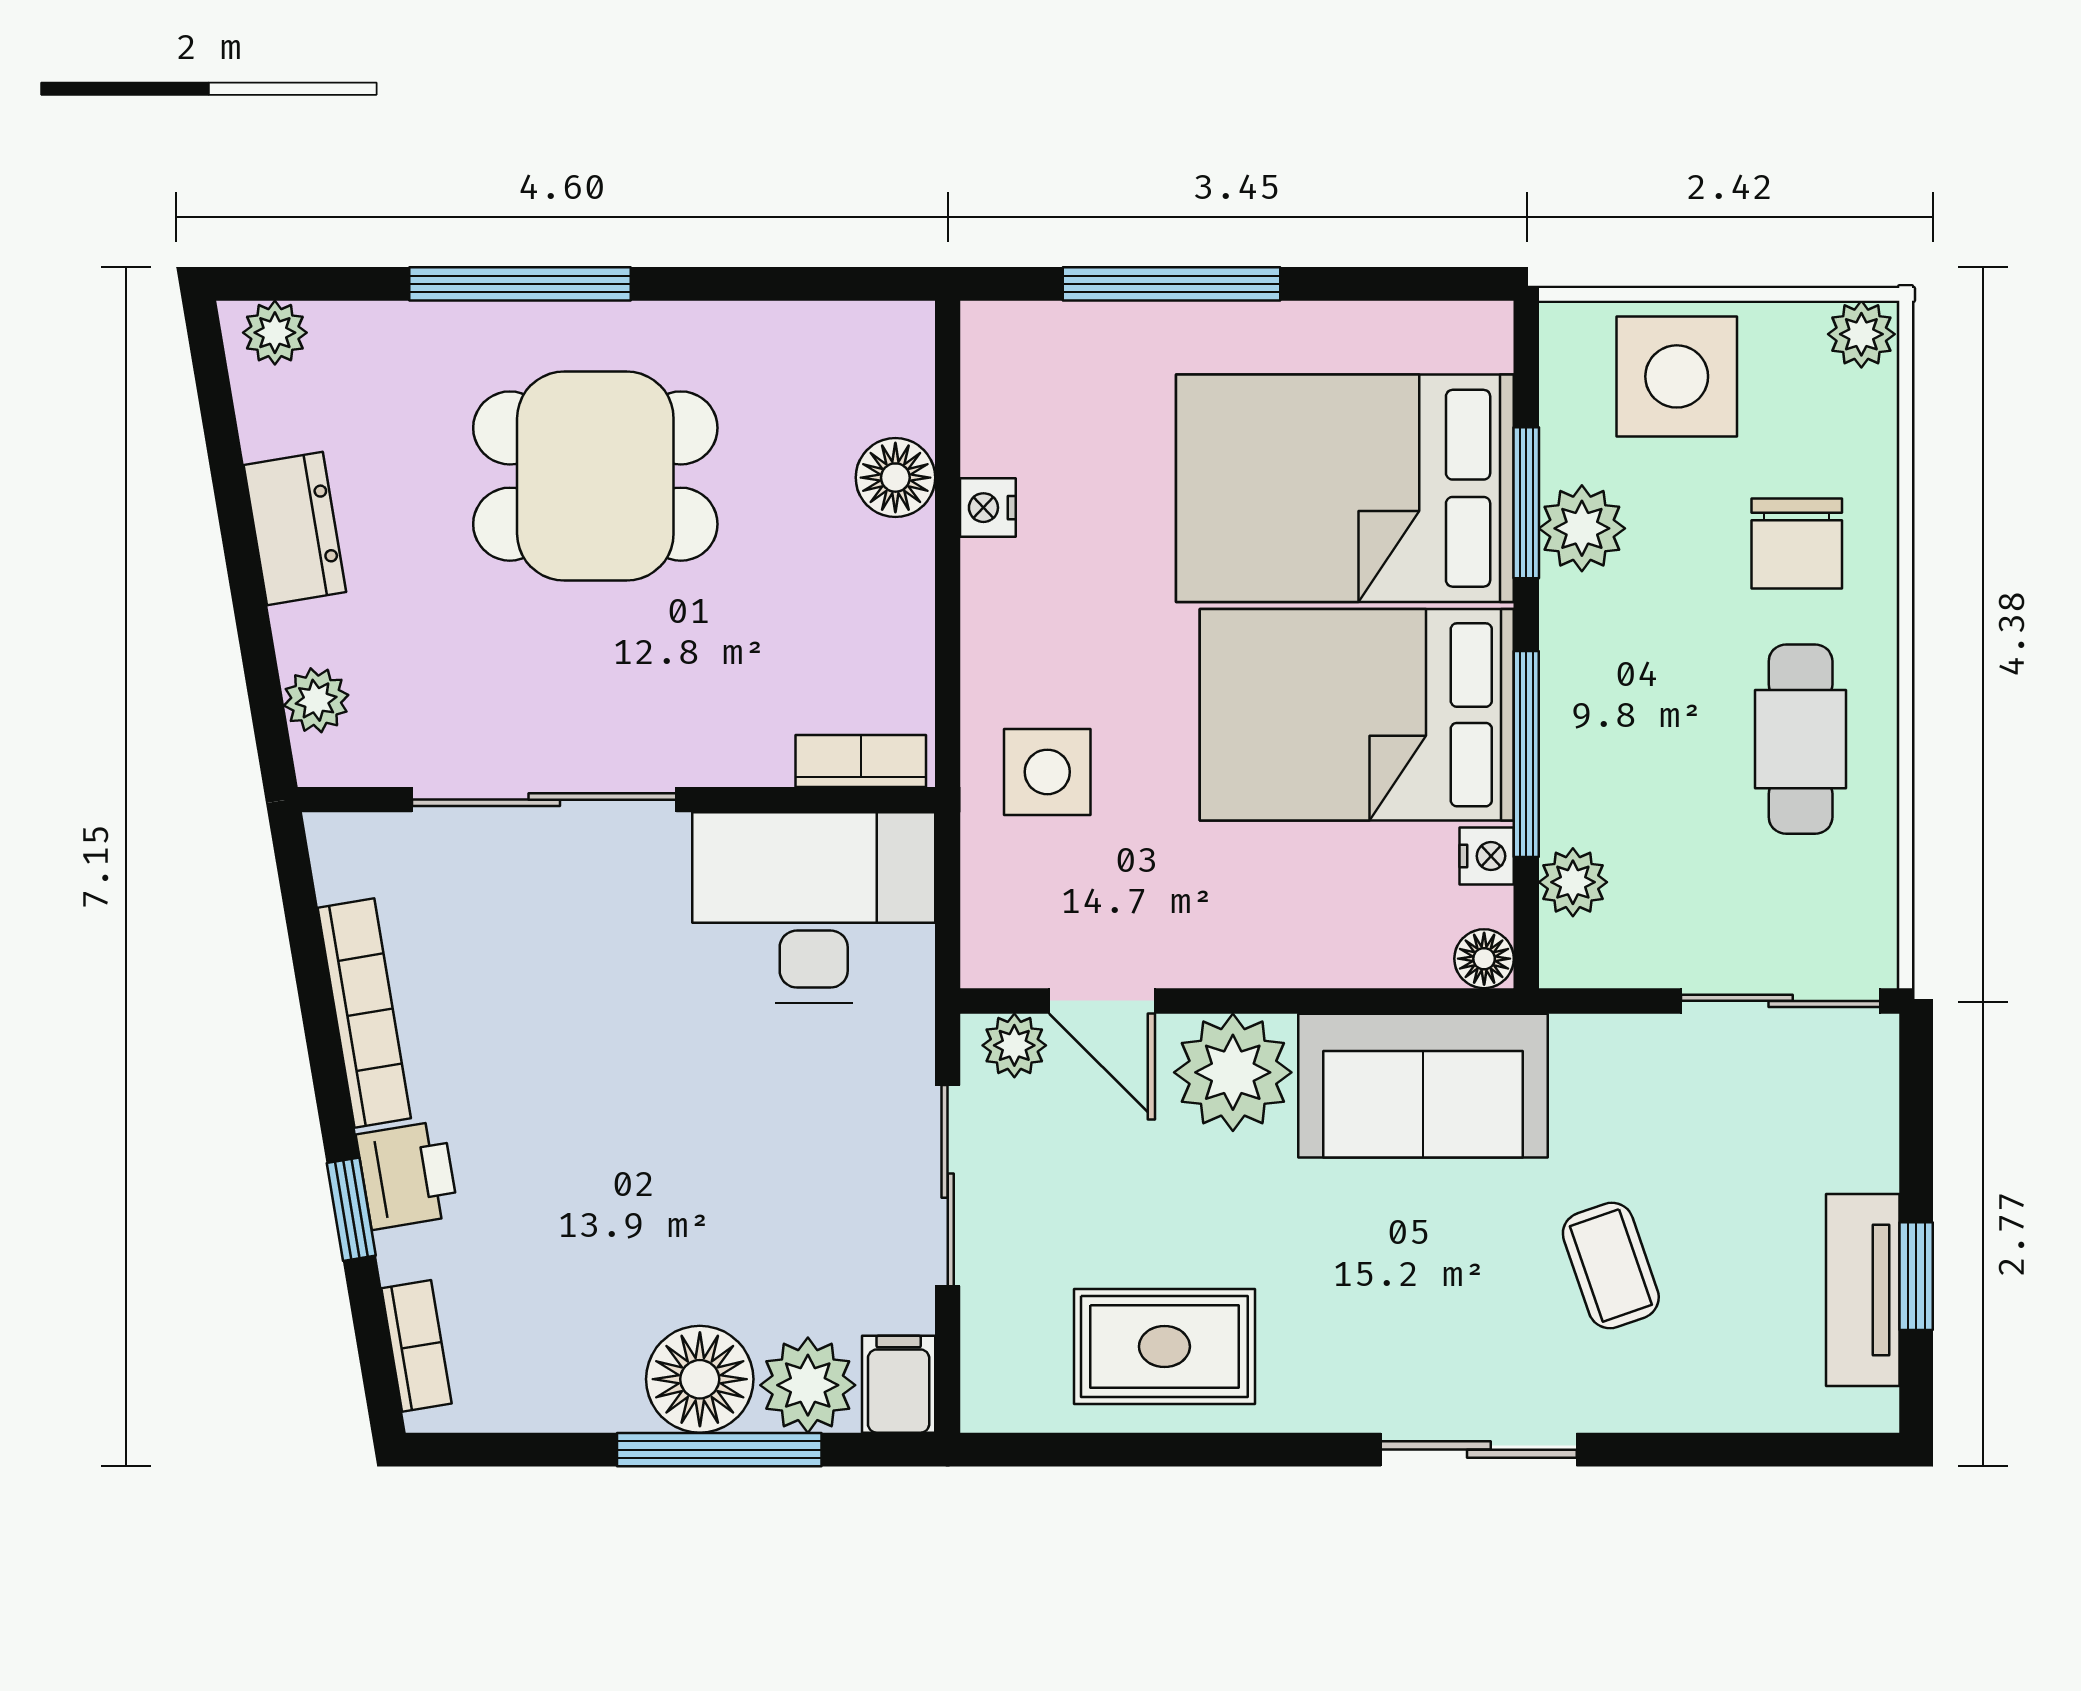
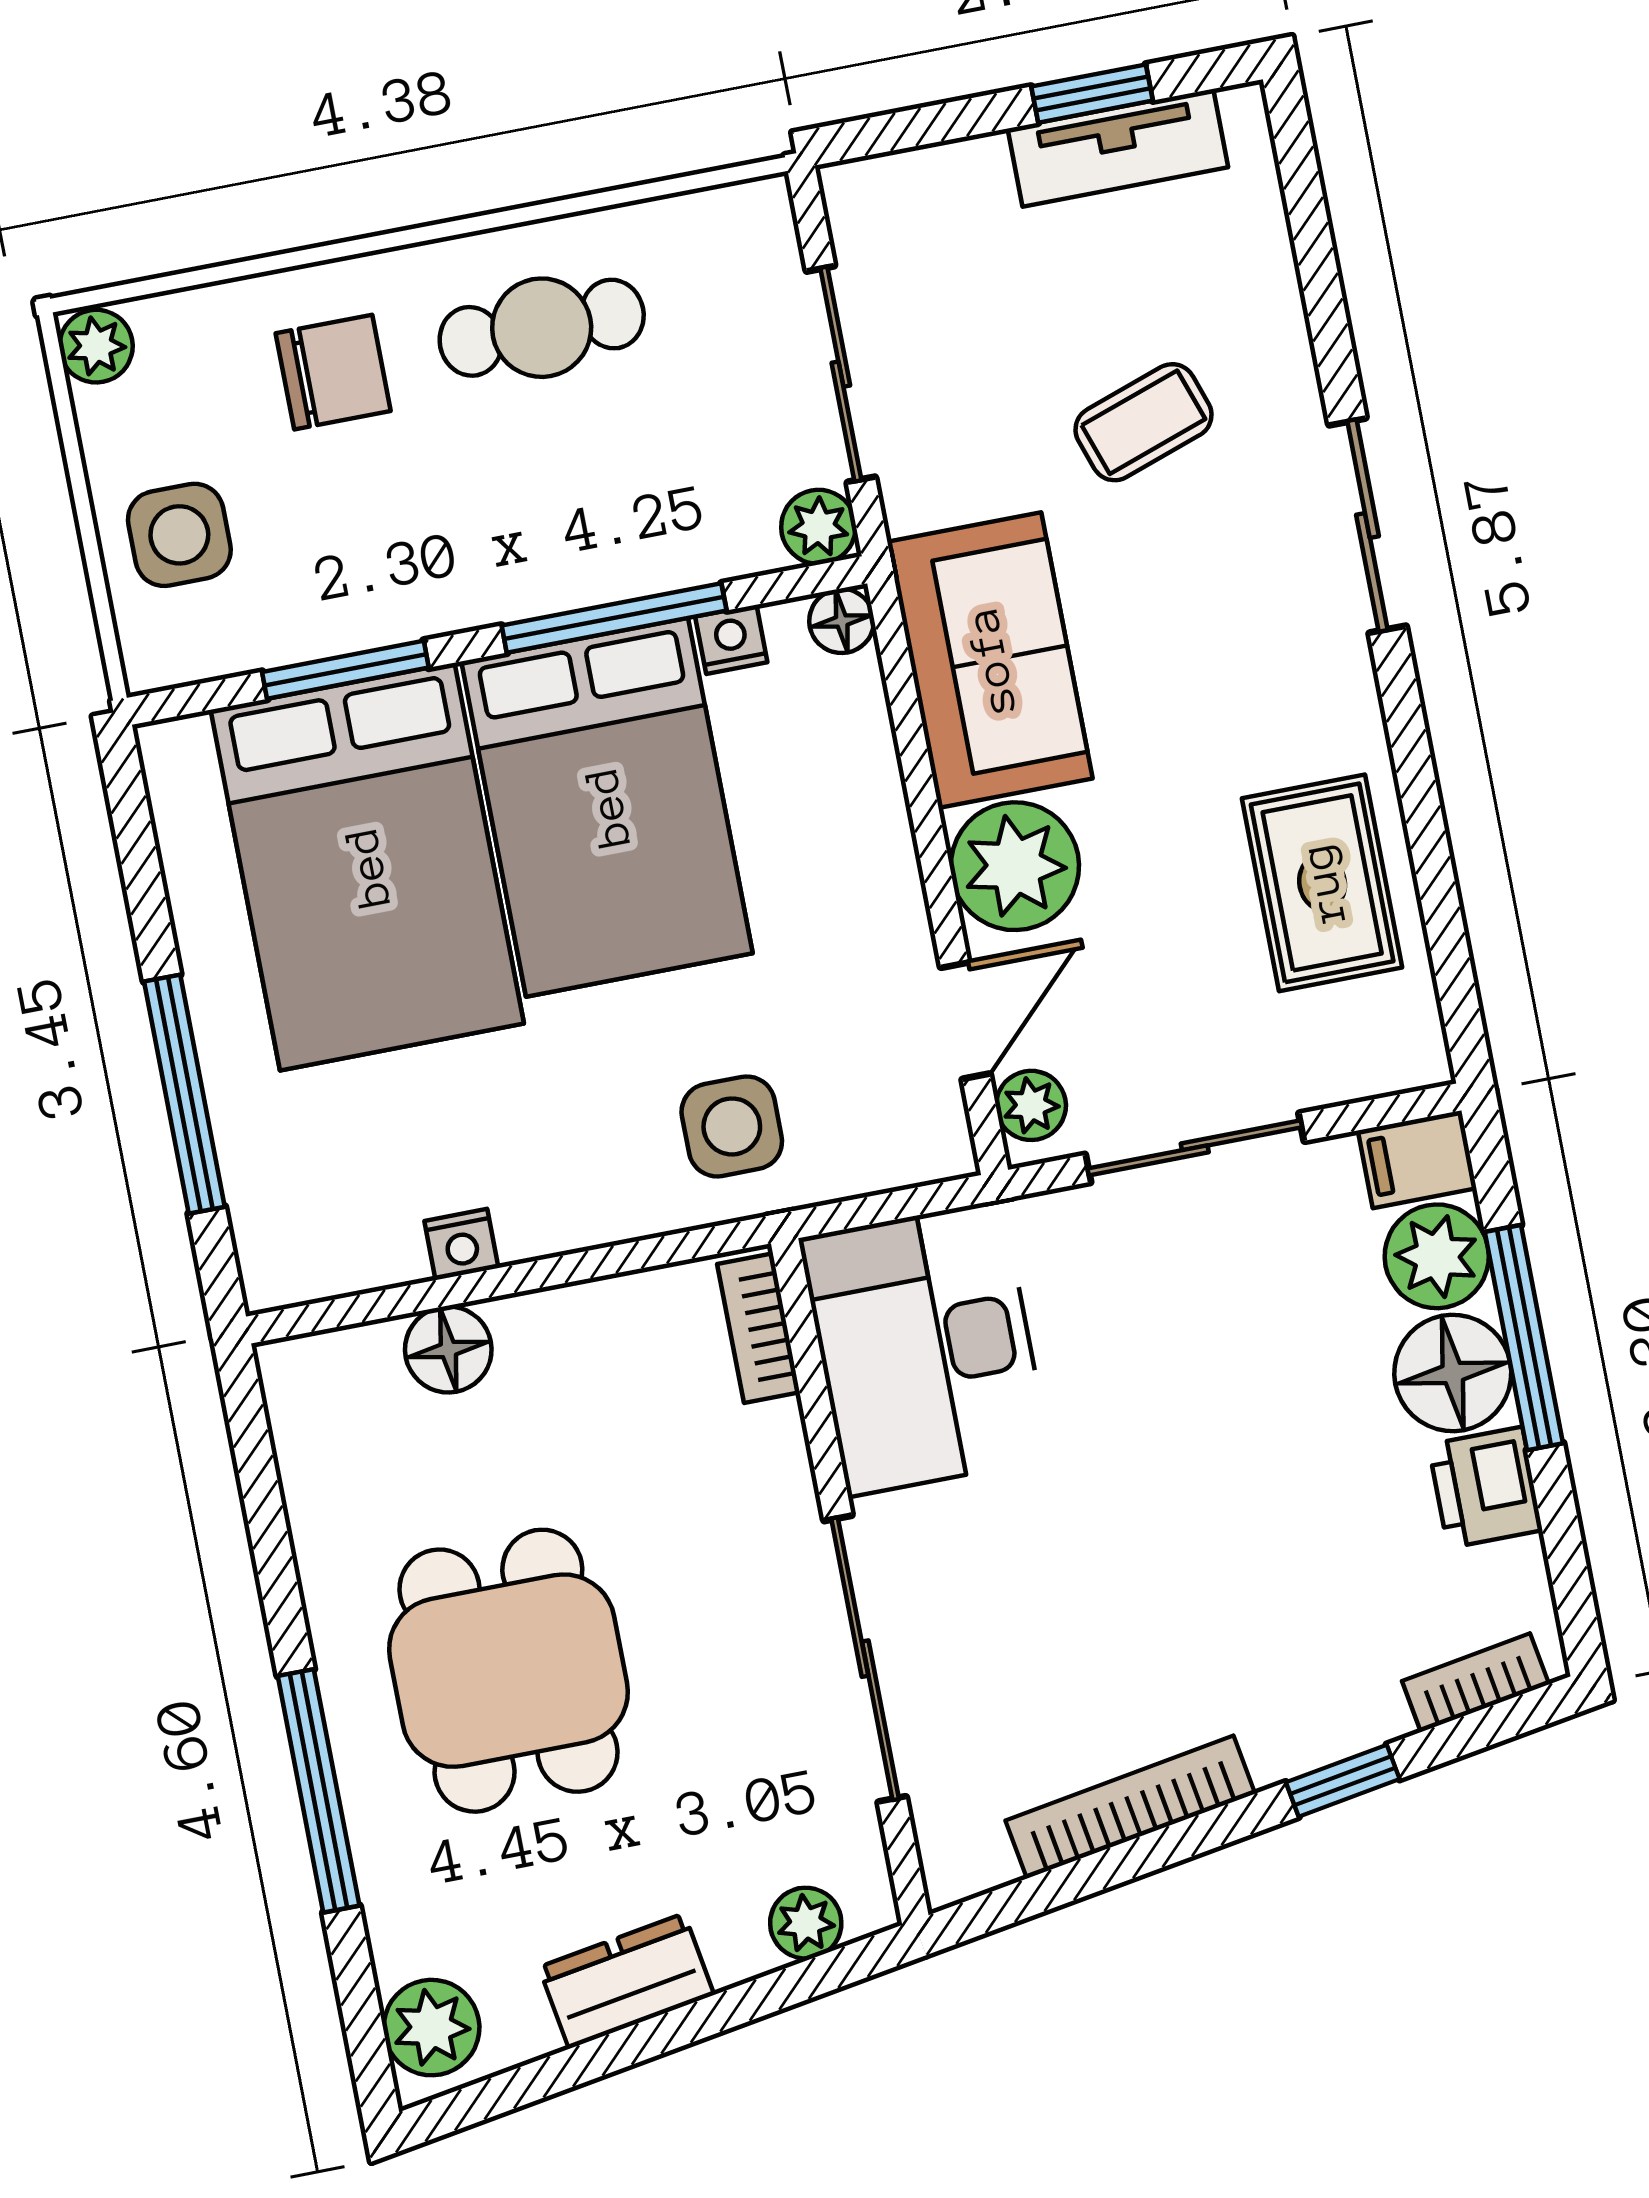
plant: (275, 333) -> (431, 2028), width x1.38, depth x1.38
side table: (1677, 376) -> (179, 535), width x0.73, depth x0.73
plant: (1582, 528) -> (361, 605), removed
plant: (1573, 882) -> (818, 527), moved
sliding door: (1781, 1001) -> (841, 374), moved
printer: (407, 1175) -> (1485, 1487), moved, turned -80

